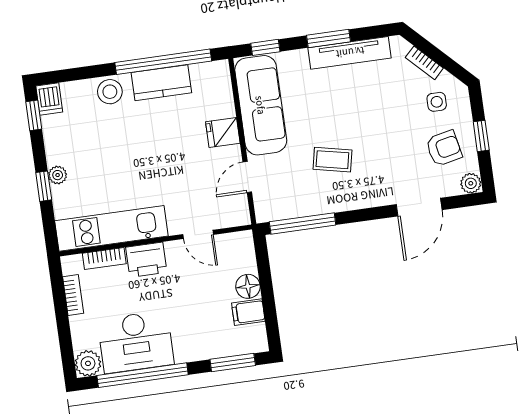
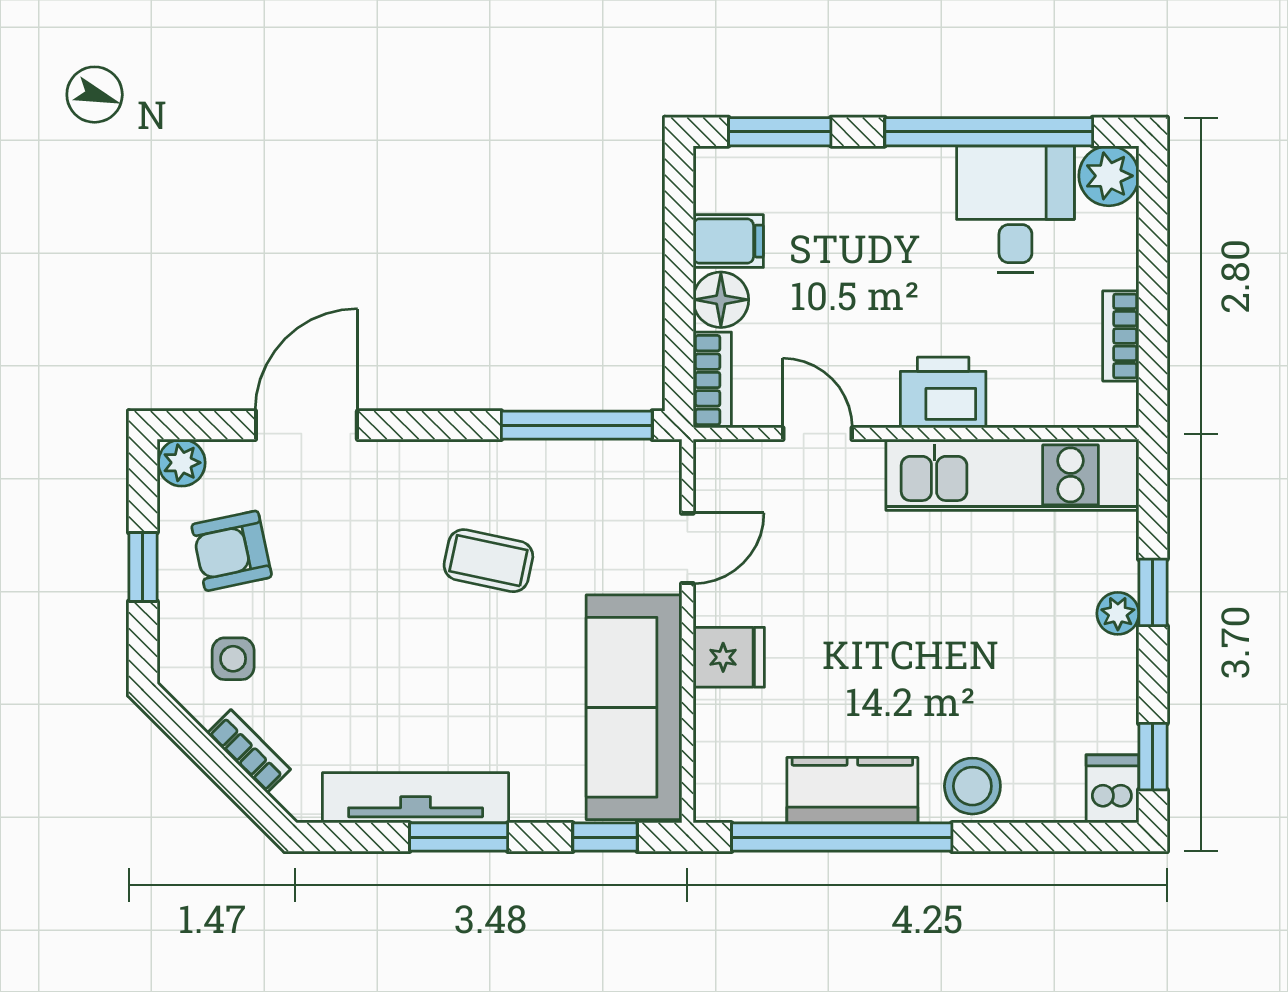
bookcase: (104, 259) -> (712, 380), moved, turned 90
desk: (136, 342) -> (1015, 209), width x0.73

